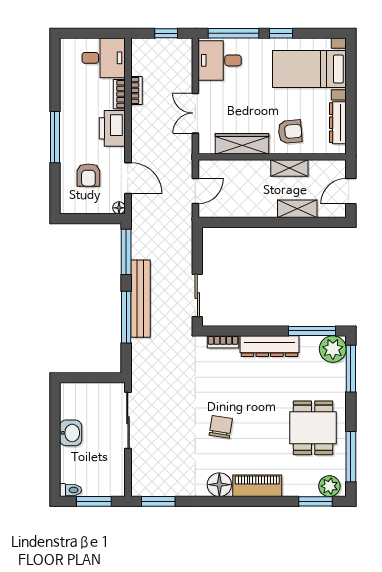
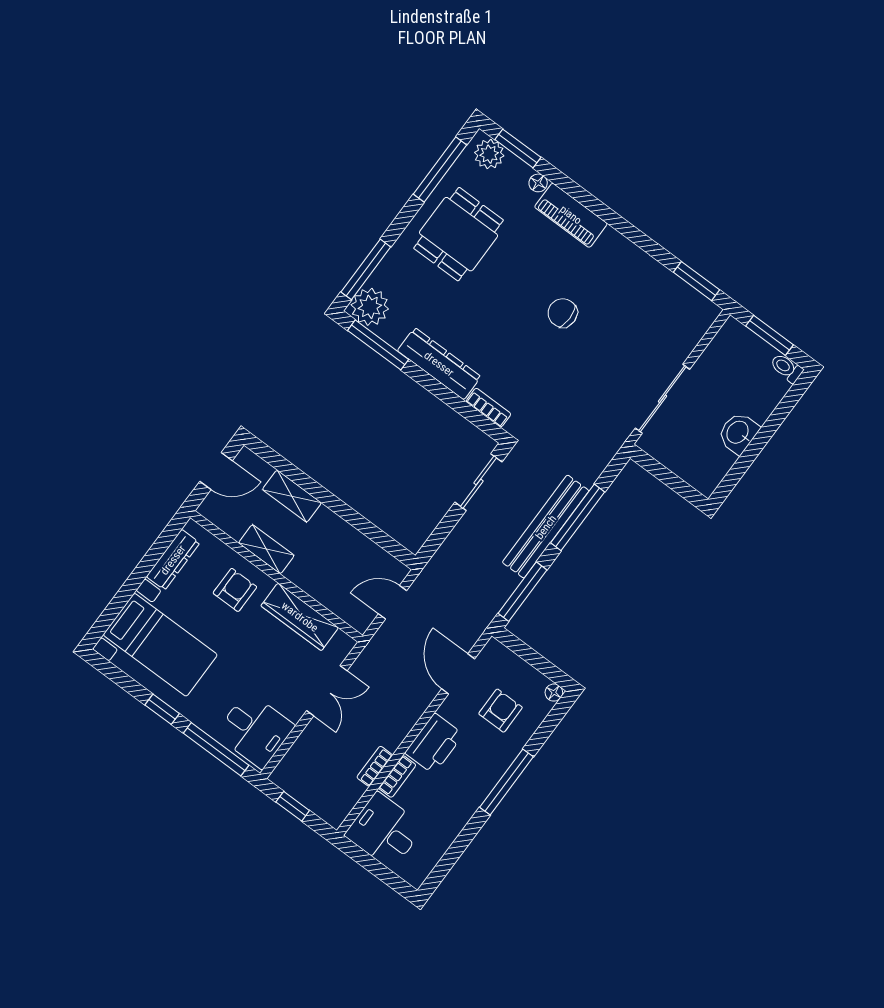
armchair: (290, 132) -> (235, 590), turned 95
floor lamp: (119, 208) -> (554, 693), moved
chair: (221, 427) -> (563, 313), turned 81
floor lamp: (219, 485) -> (538, 183), moved, width x0.53, depth x0.53

